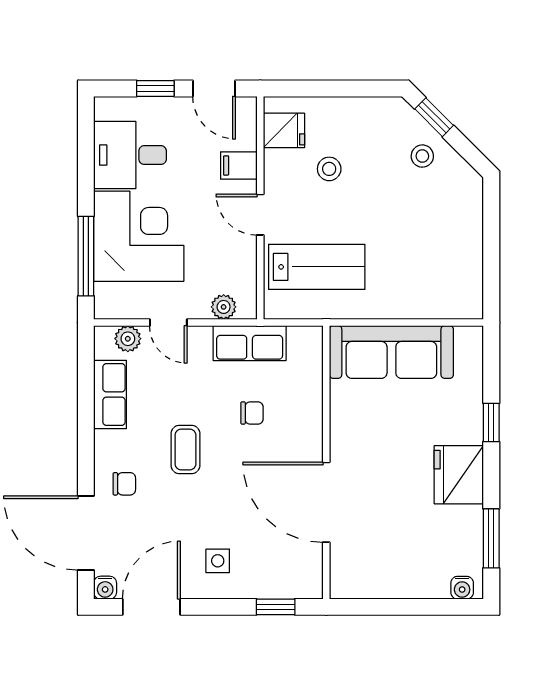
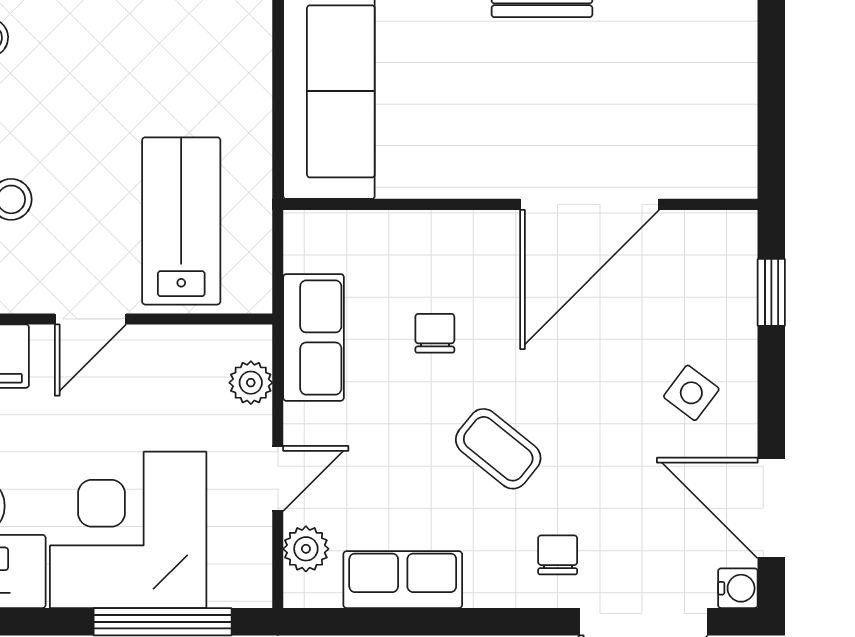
coffee table: (185, 450) -> (498, 449), turned 39
side table: (218, 561) -> (691, 393), turned 37

